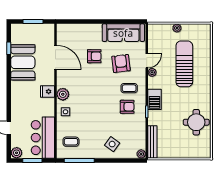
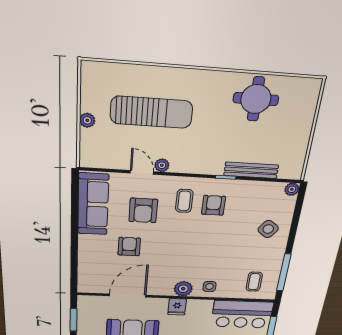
armchair: (121, 63) -> (143, 210), turned -83
sun lounger: (184, 64) -> (151, 112), turned 180
barbecue: (154, 99) -> (207, 164), removed
bench: (152, 142) -> (251, 170), moved

